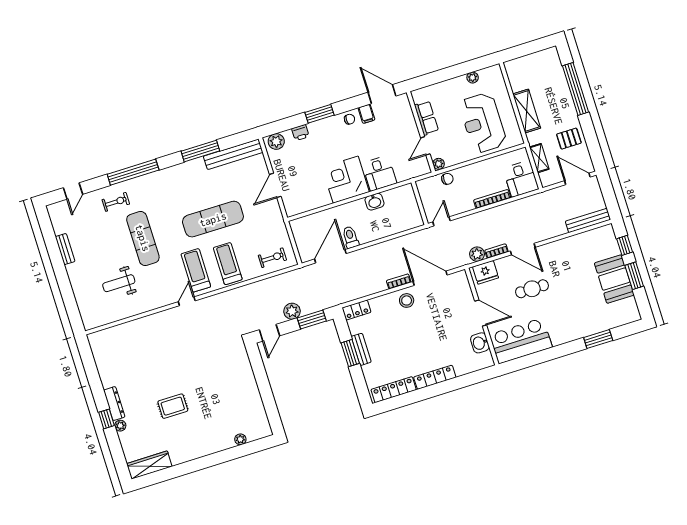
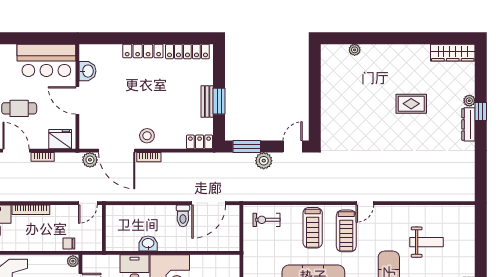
plant: (477, 254) -> (90, 160), moved

